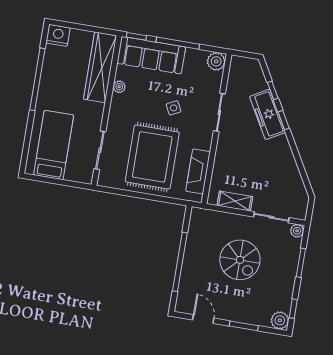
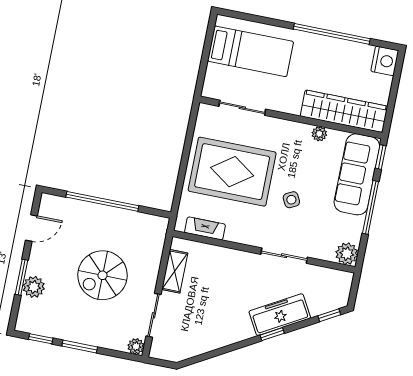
window: (273, 90) -> (329, 315), moved
fireplace: (198, 171) -> (205, 228), width x0.73, depth x0.76
window: (301, 263) -> (80, 346), moved
plant: (280, 320) -> (34, 287), moved

